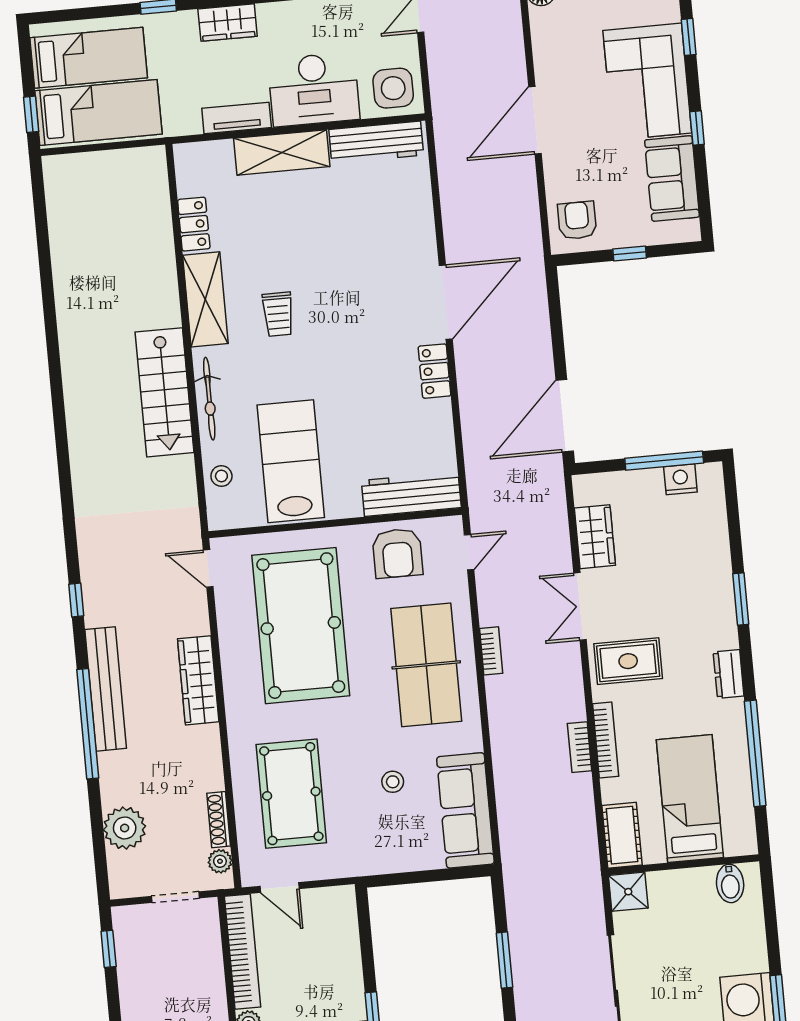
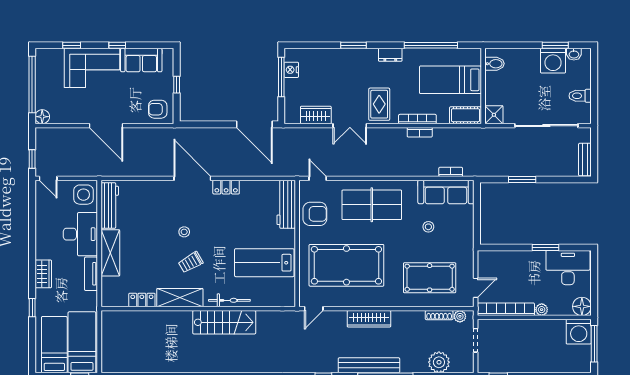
trolley: (278, 314) -> (191, 262), turned 150
stool: (221, 476) -> (184, 232), moved
bookcase: (491, 651) -> (451, 172), moved

